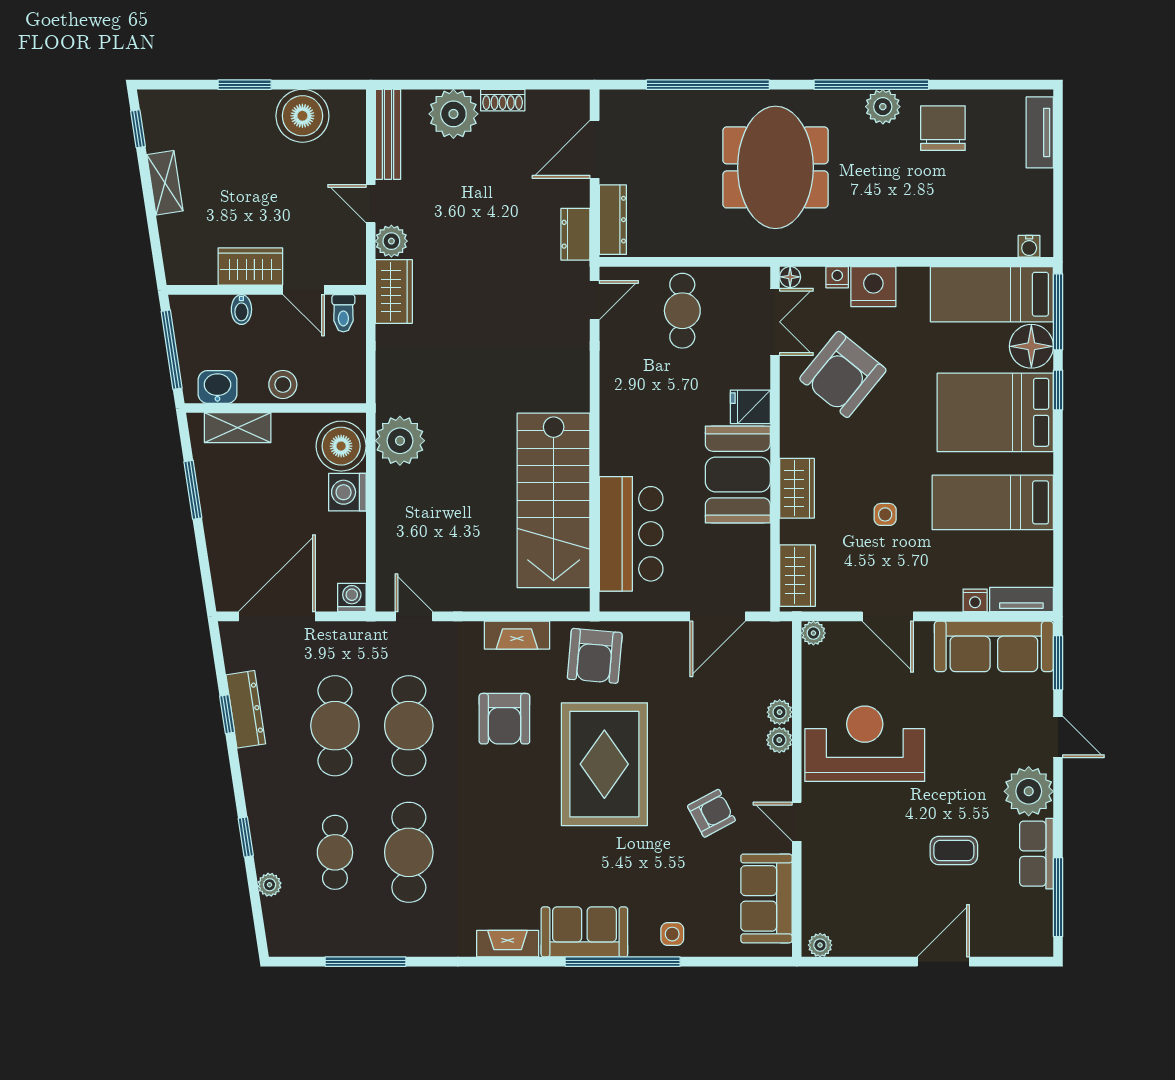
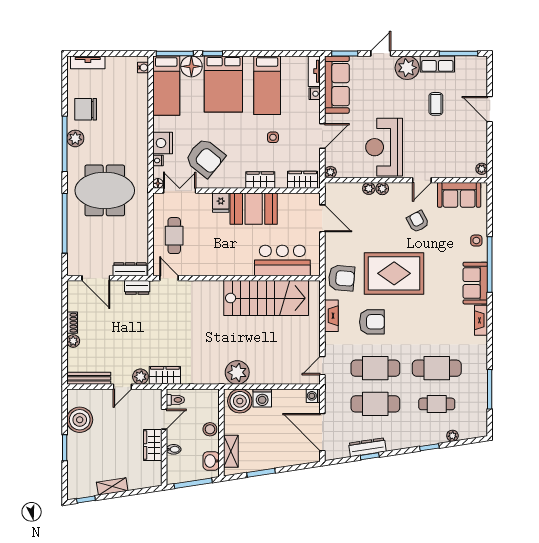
plant: (453, 114) -> (73, 341), width x0.53, depth x0.53
cafe table: (682, 311) -> (174, 236), turned 90

